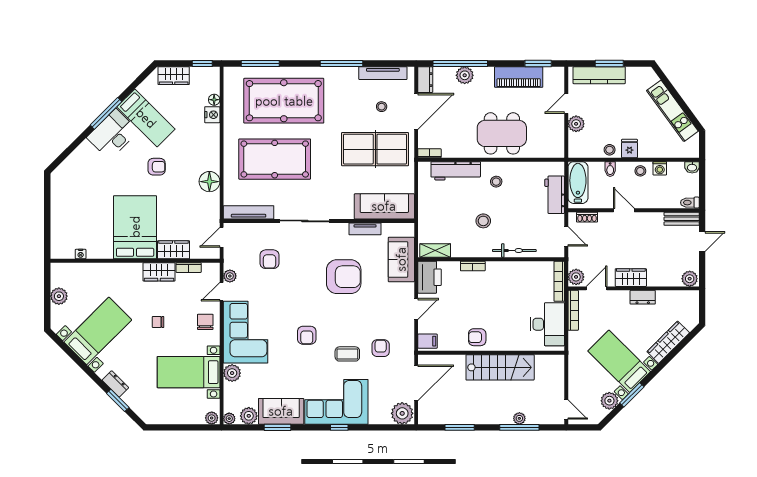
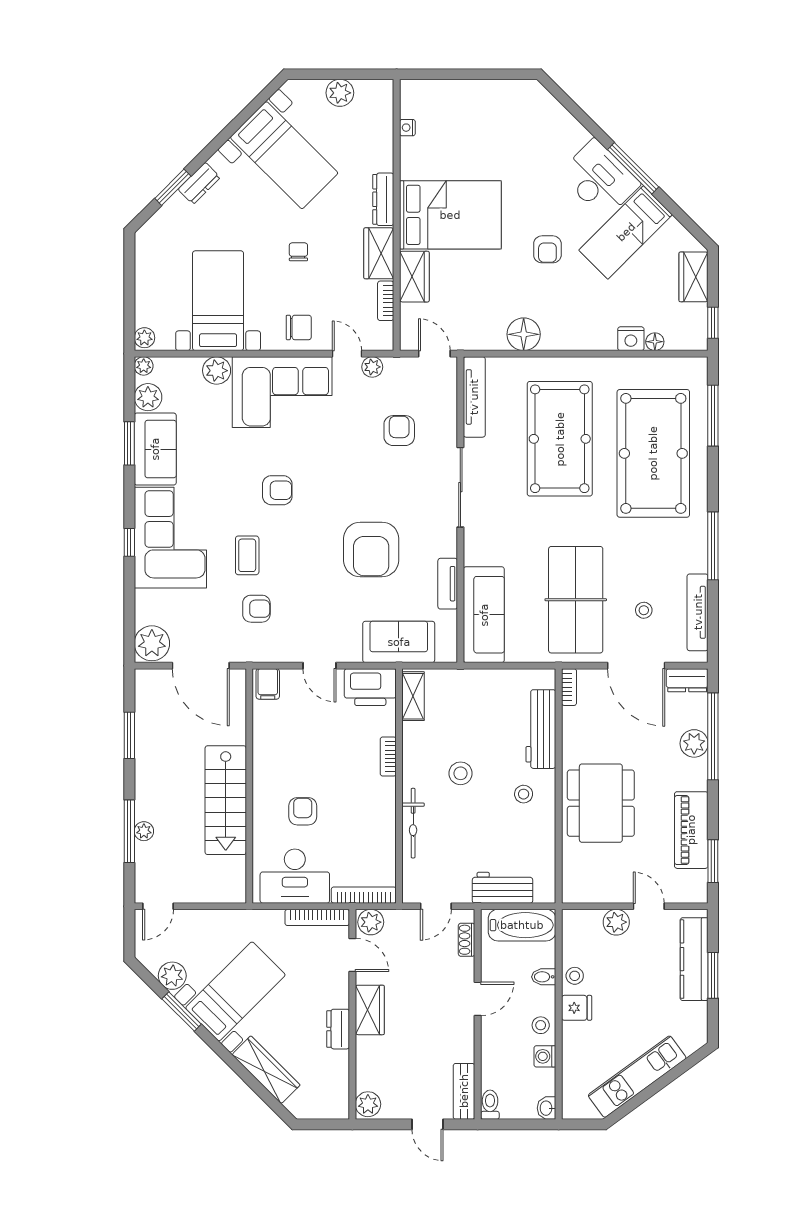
armchair: (270, 259) -> (399, 431), turned 90
dresser: (125, 269) -> (383, 199), added
armchair: (307, 335) -> (277, 490), turned 180
armchair: (477, 337) -> (303, 811), moved

